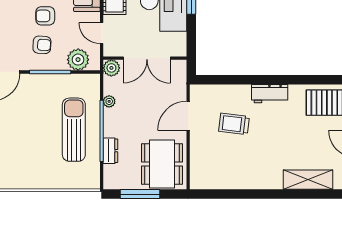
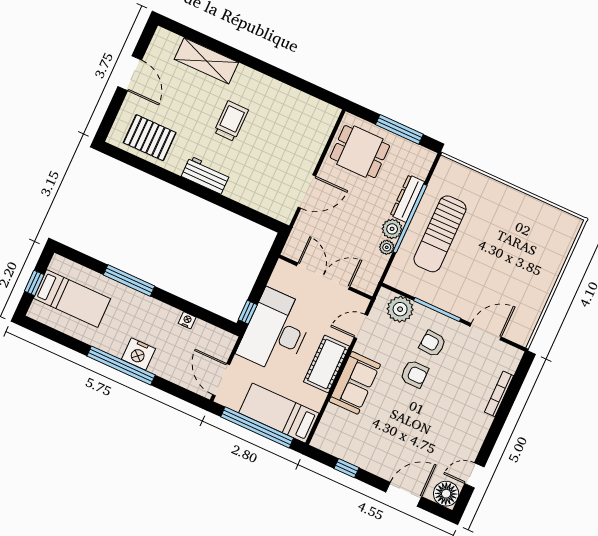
door: (102, 33) -> (361, 326), swing flipped
plant: (111, 68) -> (392, 229), moved
trolley: (234, 124) -> (231, 121), moved, turned -97
dresser: (110, 151) -> (407, 198), width x1.44
dining table: (162, 164) -> (360, 152), width x0.73

